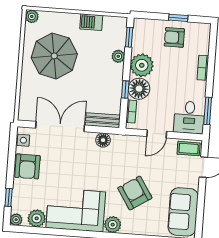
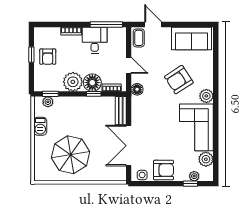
plant: (32, 16) -> (39, 176), removed
plant: (118, 56) -> (48, 102), moved
window: (208, 111) -> (106, 24), width x1.44
desk: (189, 117) -> (95, 40), moved, turned -90
floor lamp: (103, 140) -> (137, 89), moved
plant: (16, 220) -> (194, 176), moved

